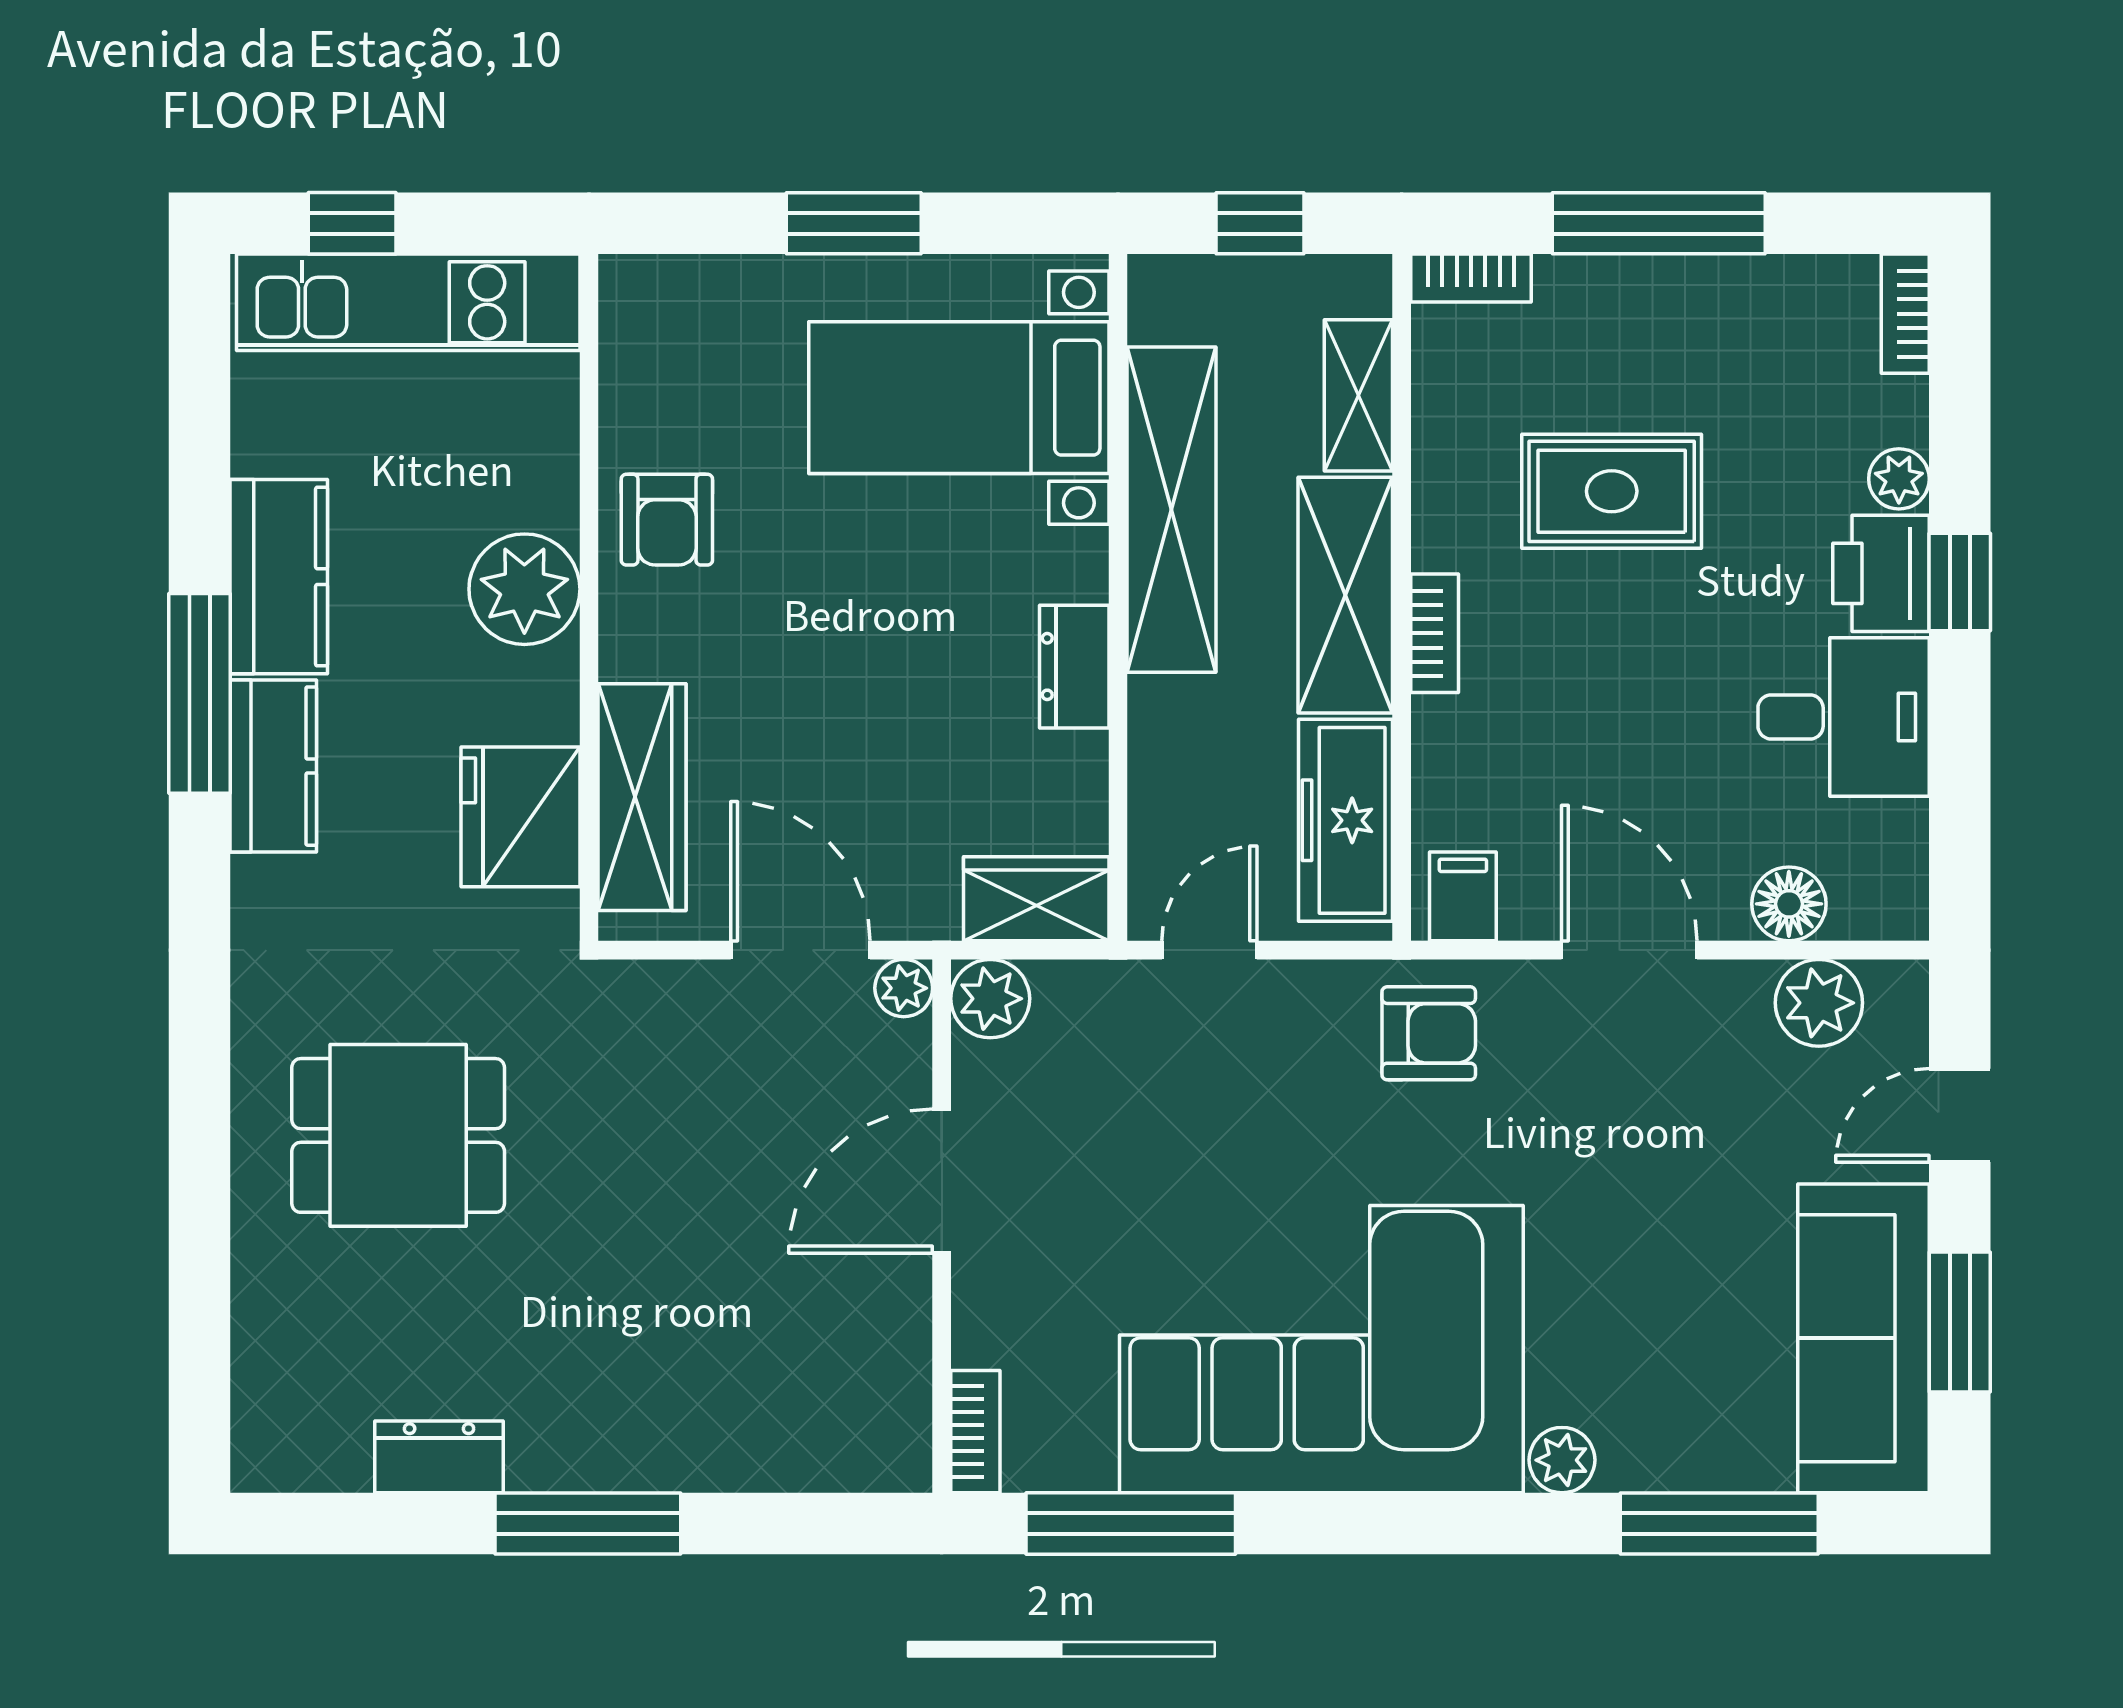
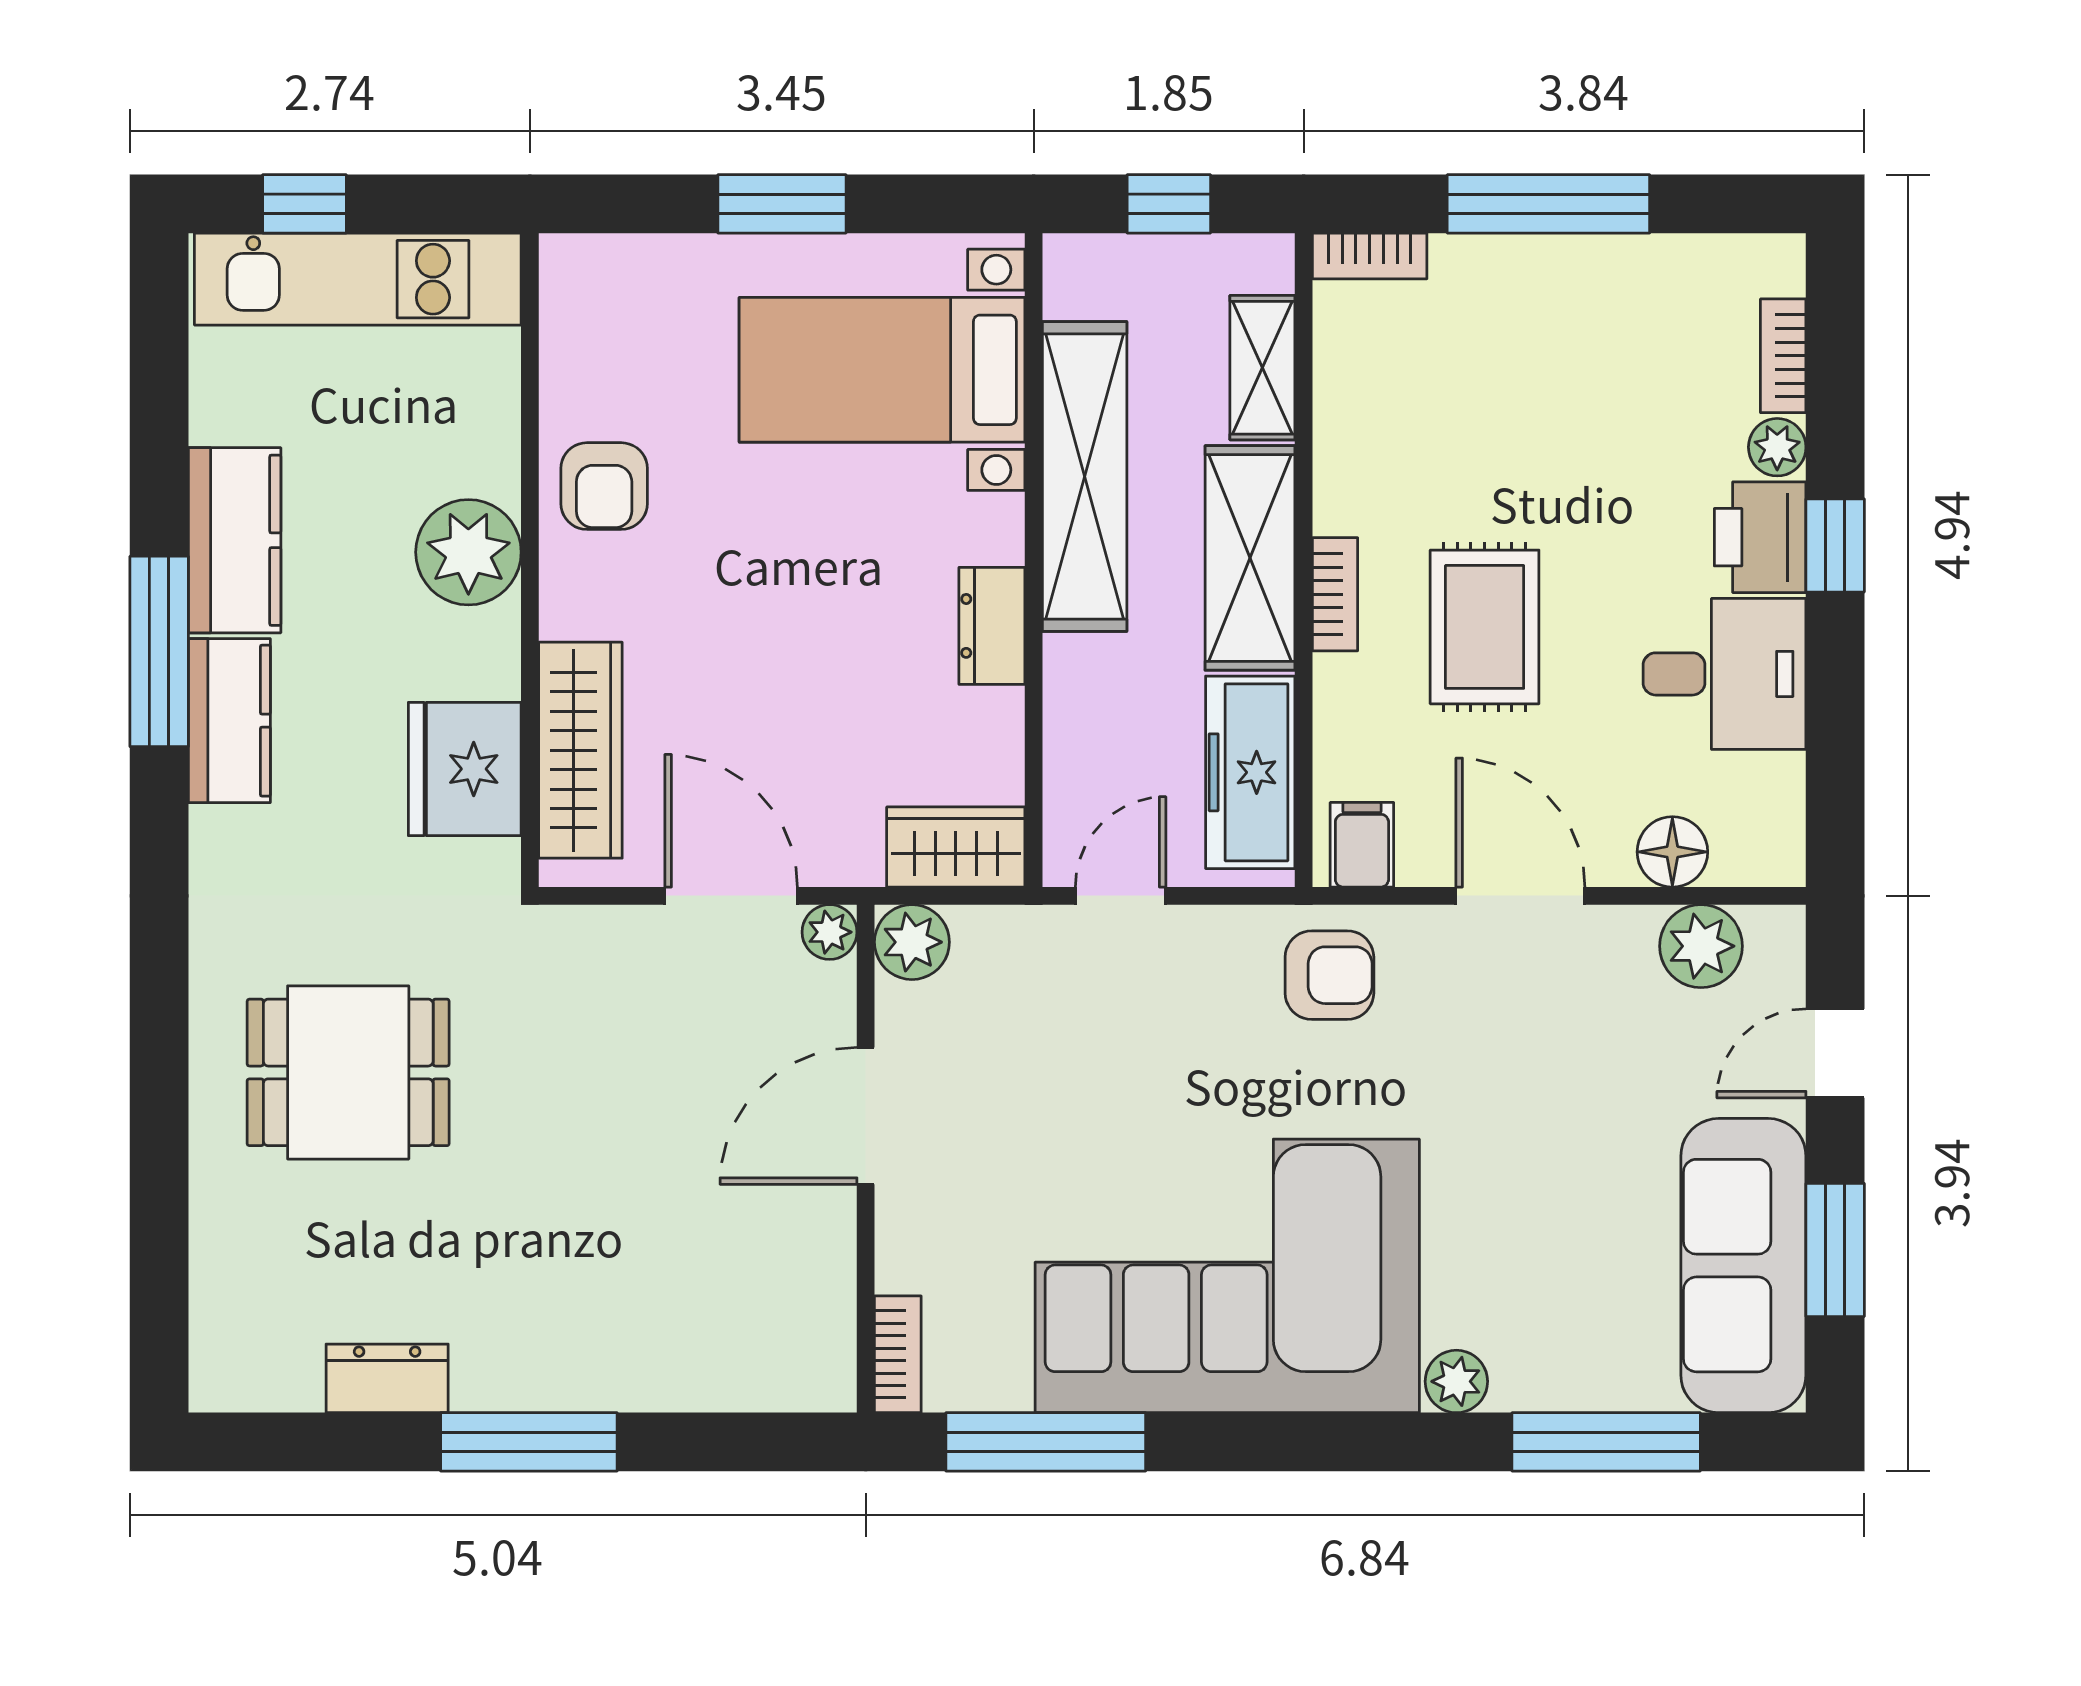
bookcase: (1905, 314) -> (1783, 356), moved
rug: (1612, 491) -> (1485, 627), moved, turned 90

